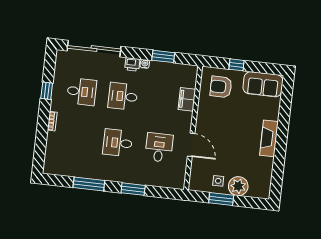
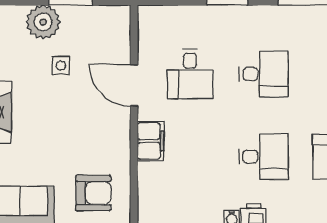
filing cabinet: (187, 99) -> (151, 141), moved
side table: (218, 181) -> (61, 66), moved

